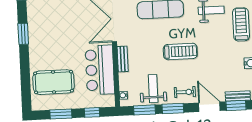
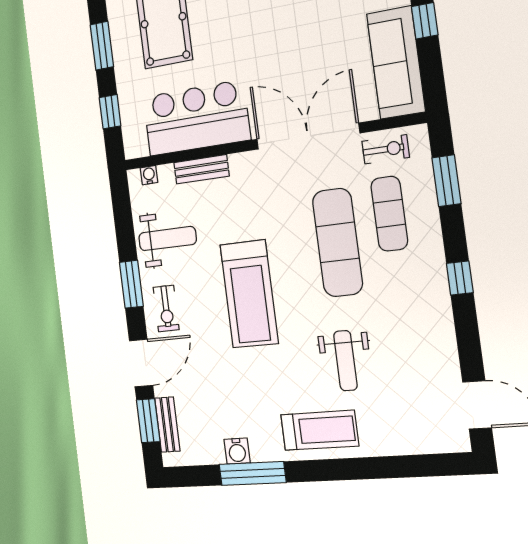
treadmill: (180, 51) -> (249, 294), width x1.37, depth x1.38
bench: (123, 59) -> (201, 169), moved
window: (144, 110) -> (124, 223), removed

